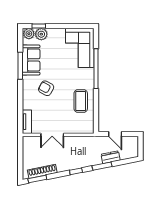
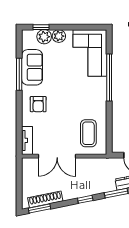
plant: (29, 34) -> (59, 36), moved
armchair: (46, 88) -> (38, 104), moved, turned -119
coffee table: (81, 101) -> (88, 133), moved
double door: (52, 135) -> (57, 156), width x1.37

